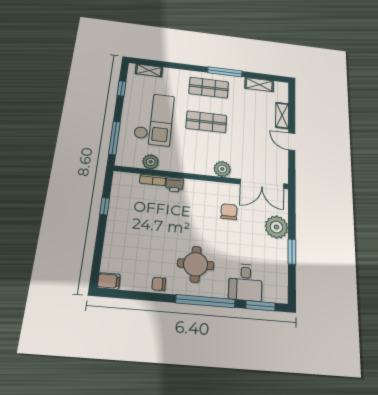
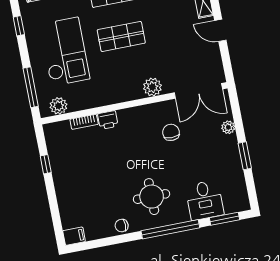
plant: (151, 162) -> (58, 106), moved
plant: (276, 227) -> (228, 127), width x0.53, depth x0.53

